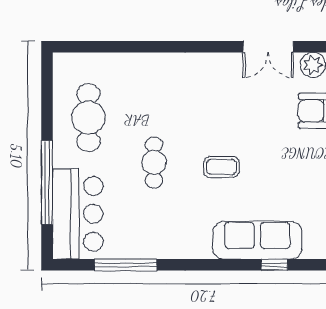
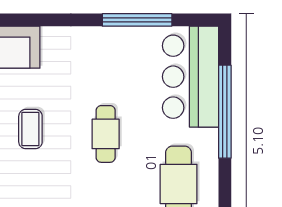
coffee table: (221, 167) -> (30, 129), turned 90

